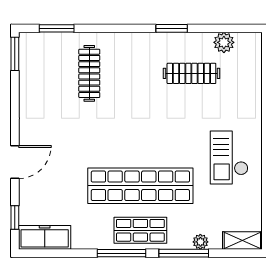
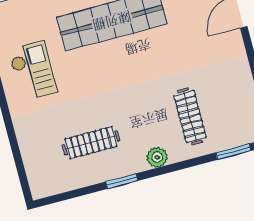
plant: (224, 42) -> (157, 157), moved

